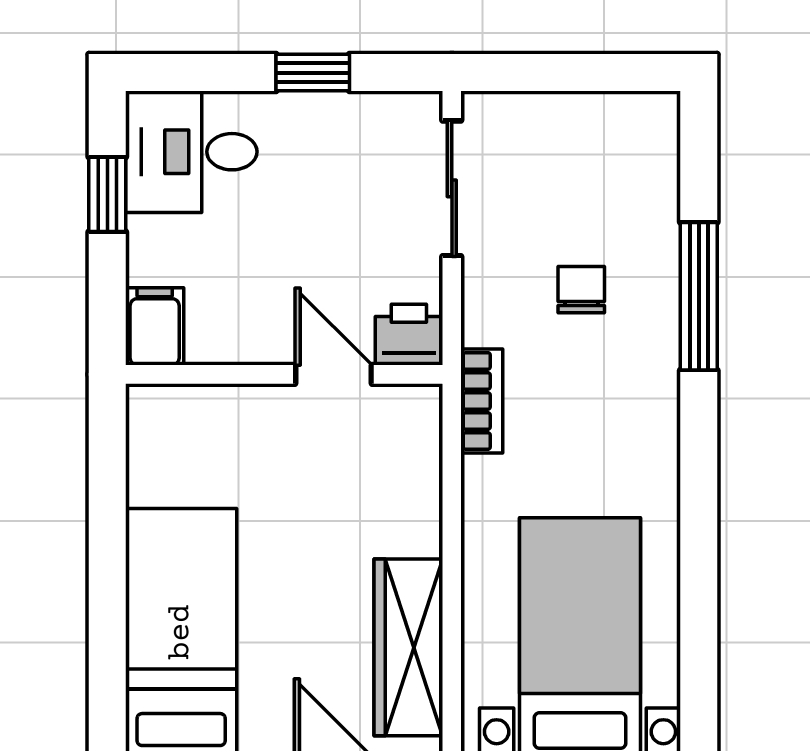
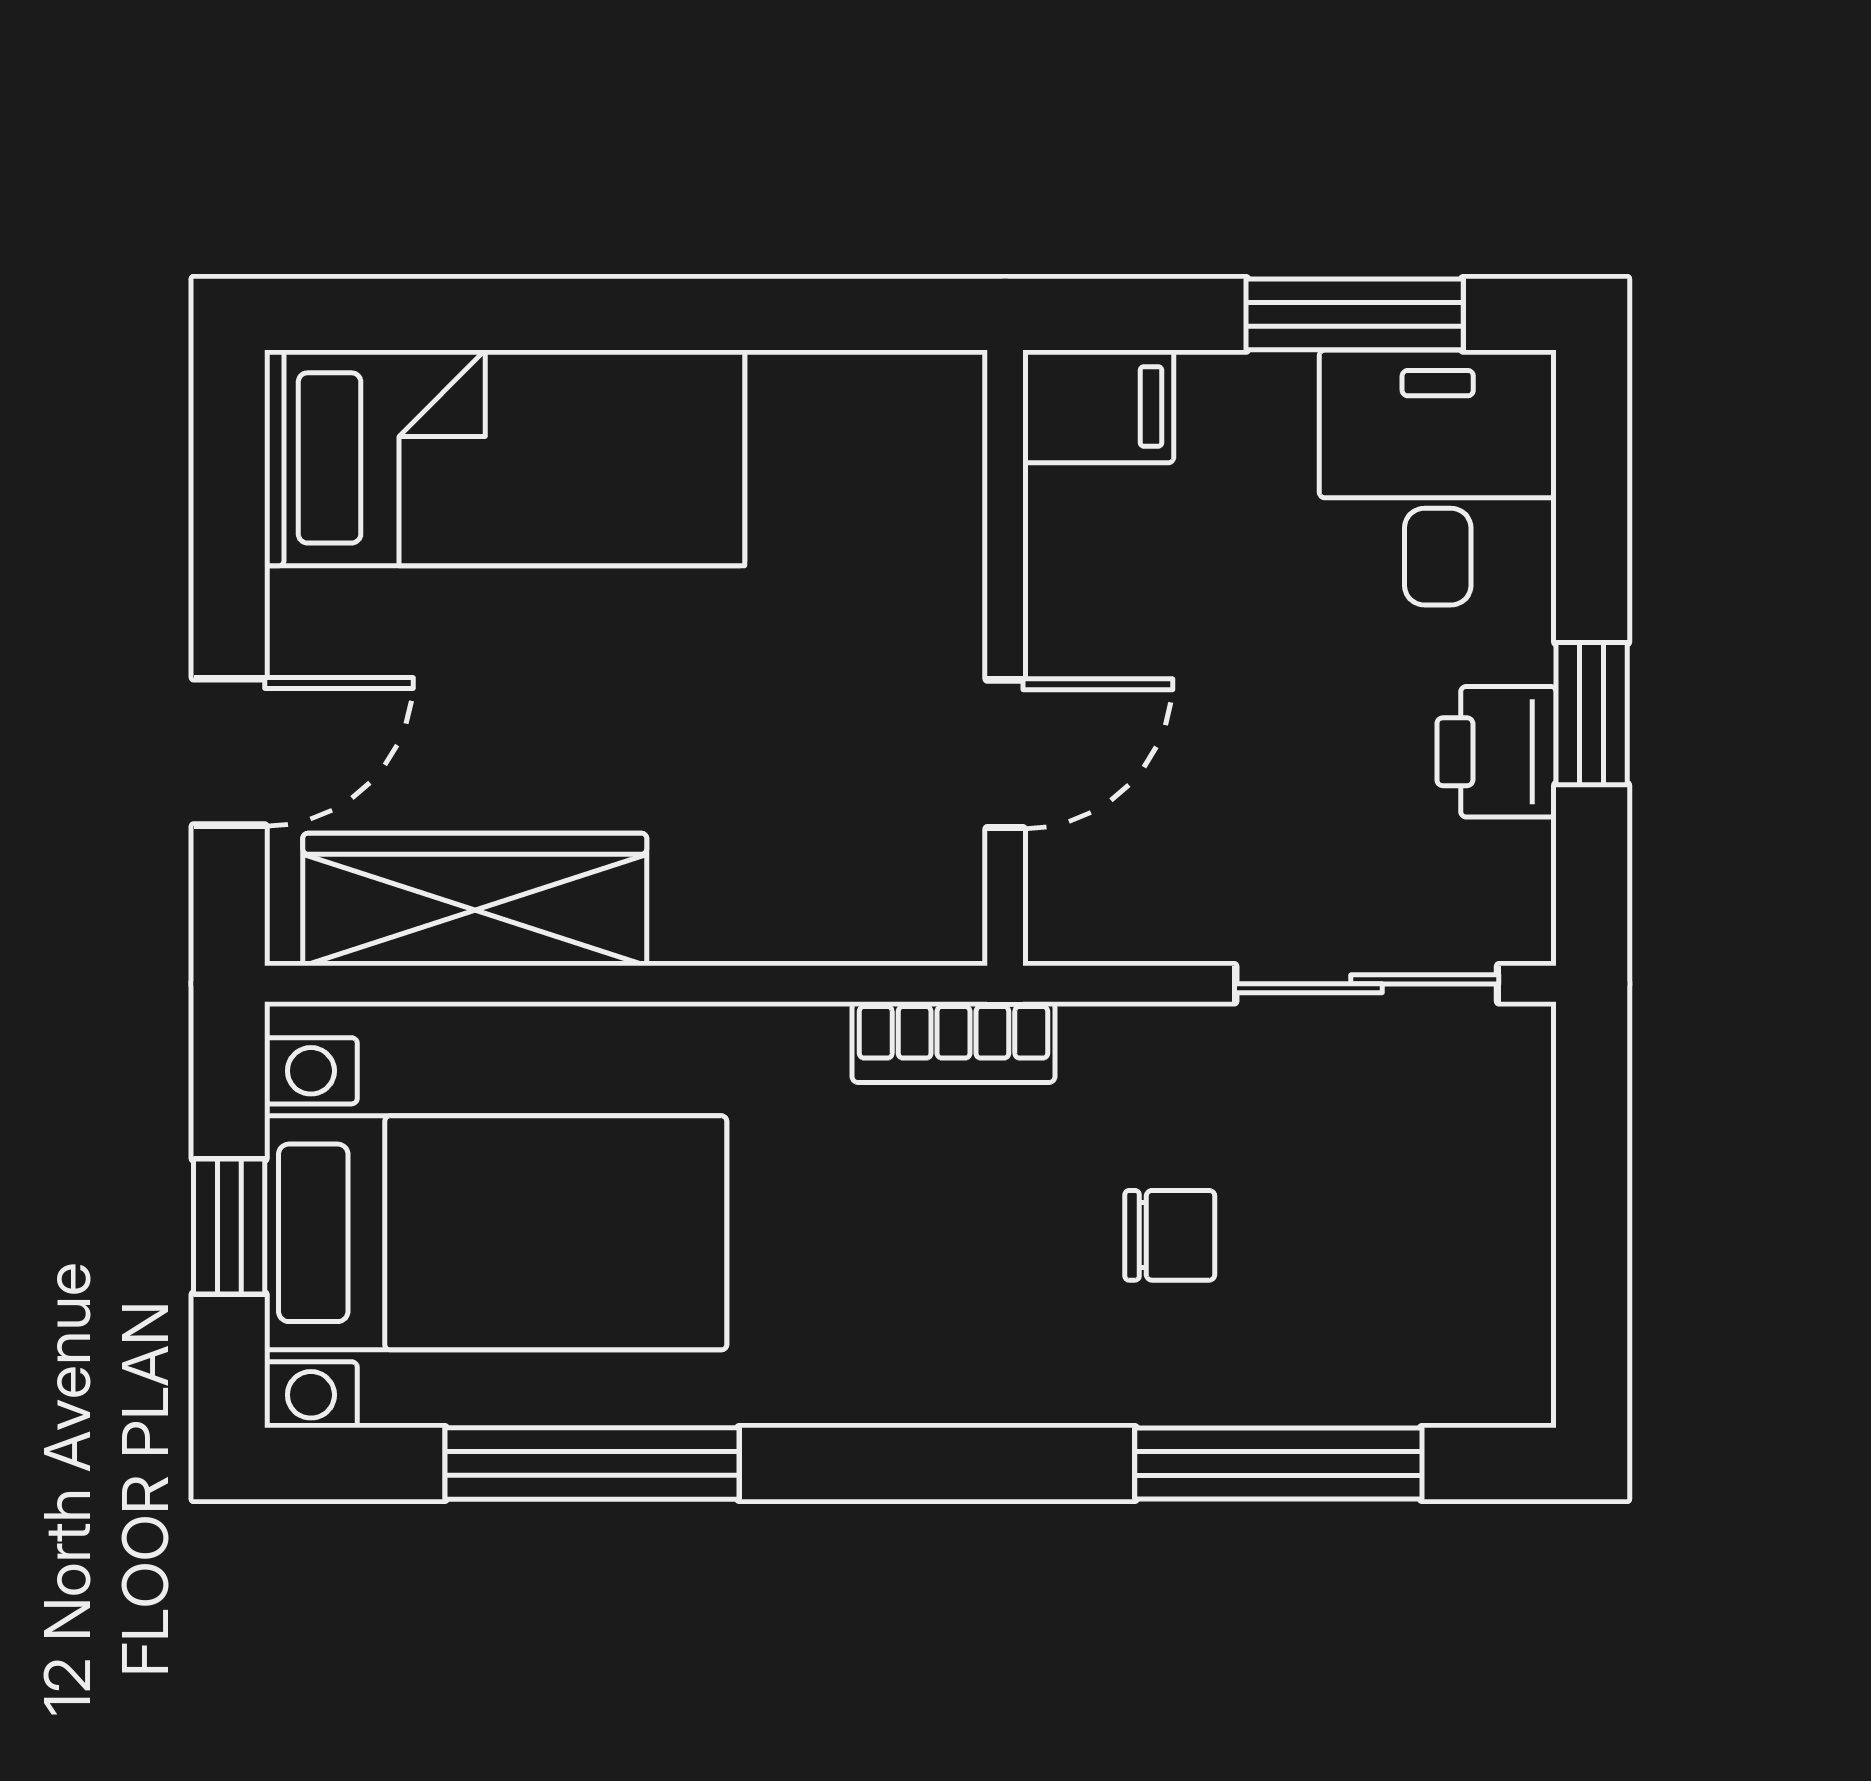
window: (107, 194) -> (1355, 314), width x1.50
window: (699, 296) -> (1278, 1464), moved
printer: (409, 335) -> (1497, 752), moved, turned 180
window: (699, 587) -> (592, 1464), added

